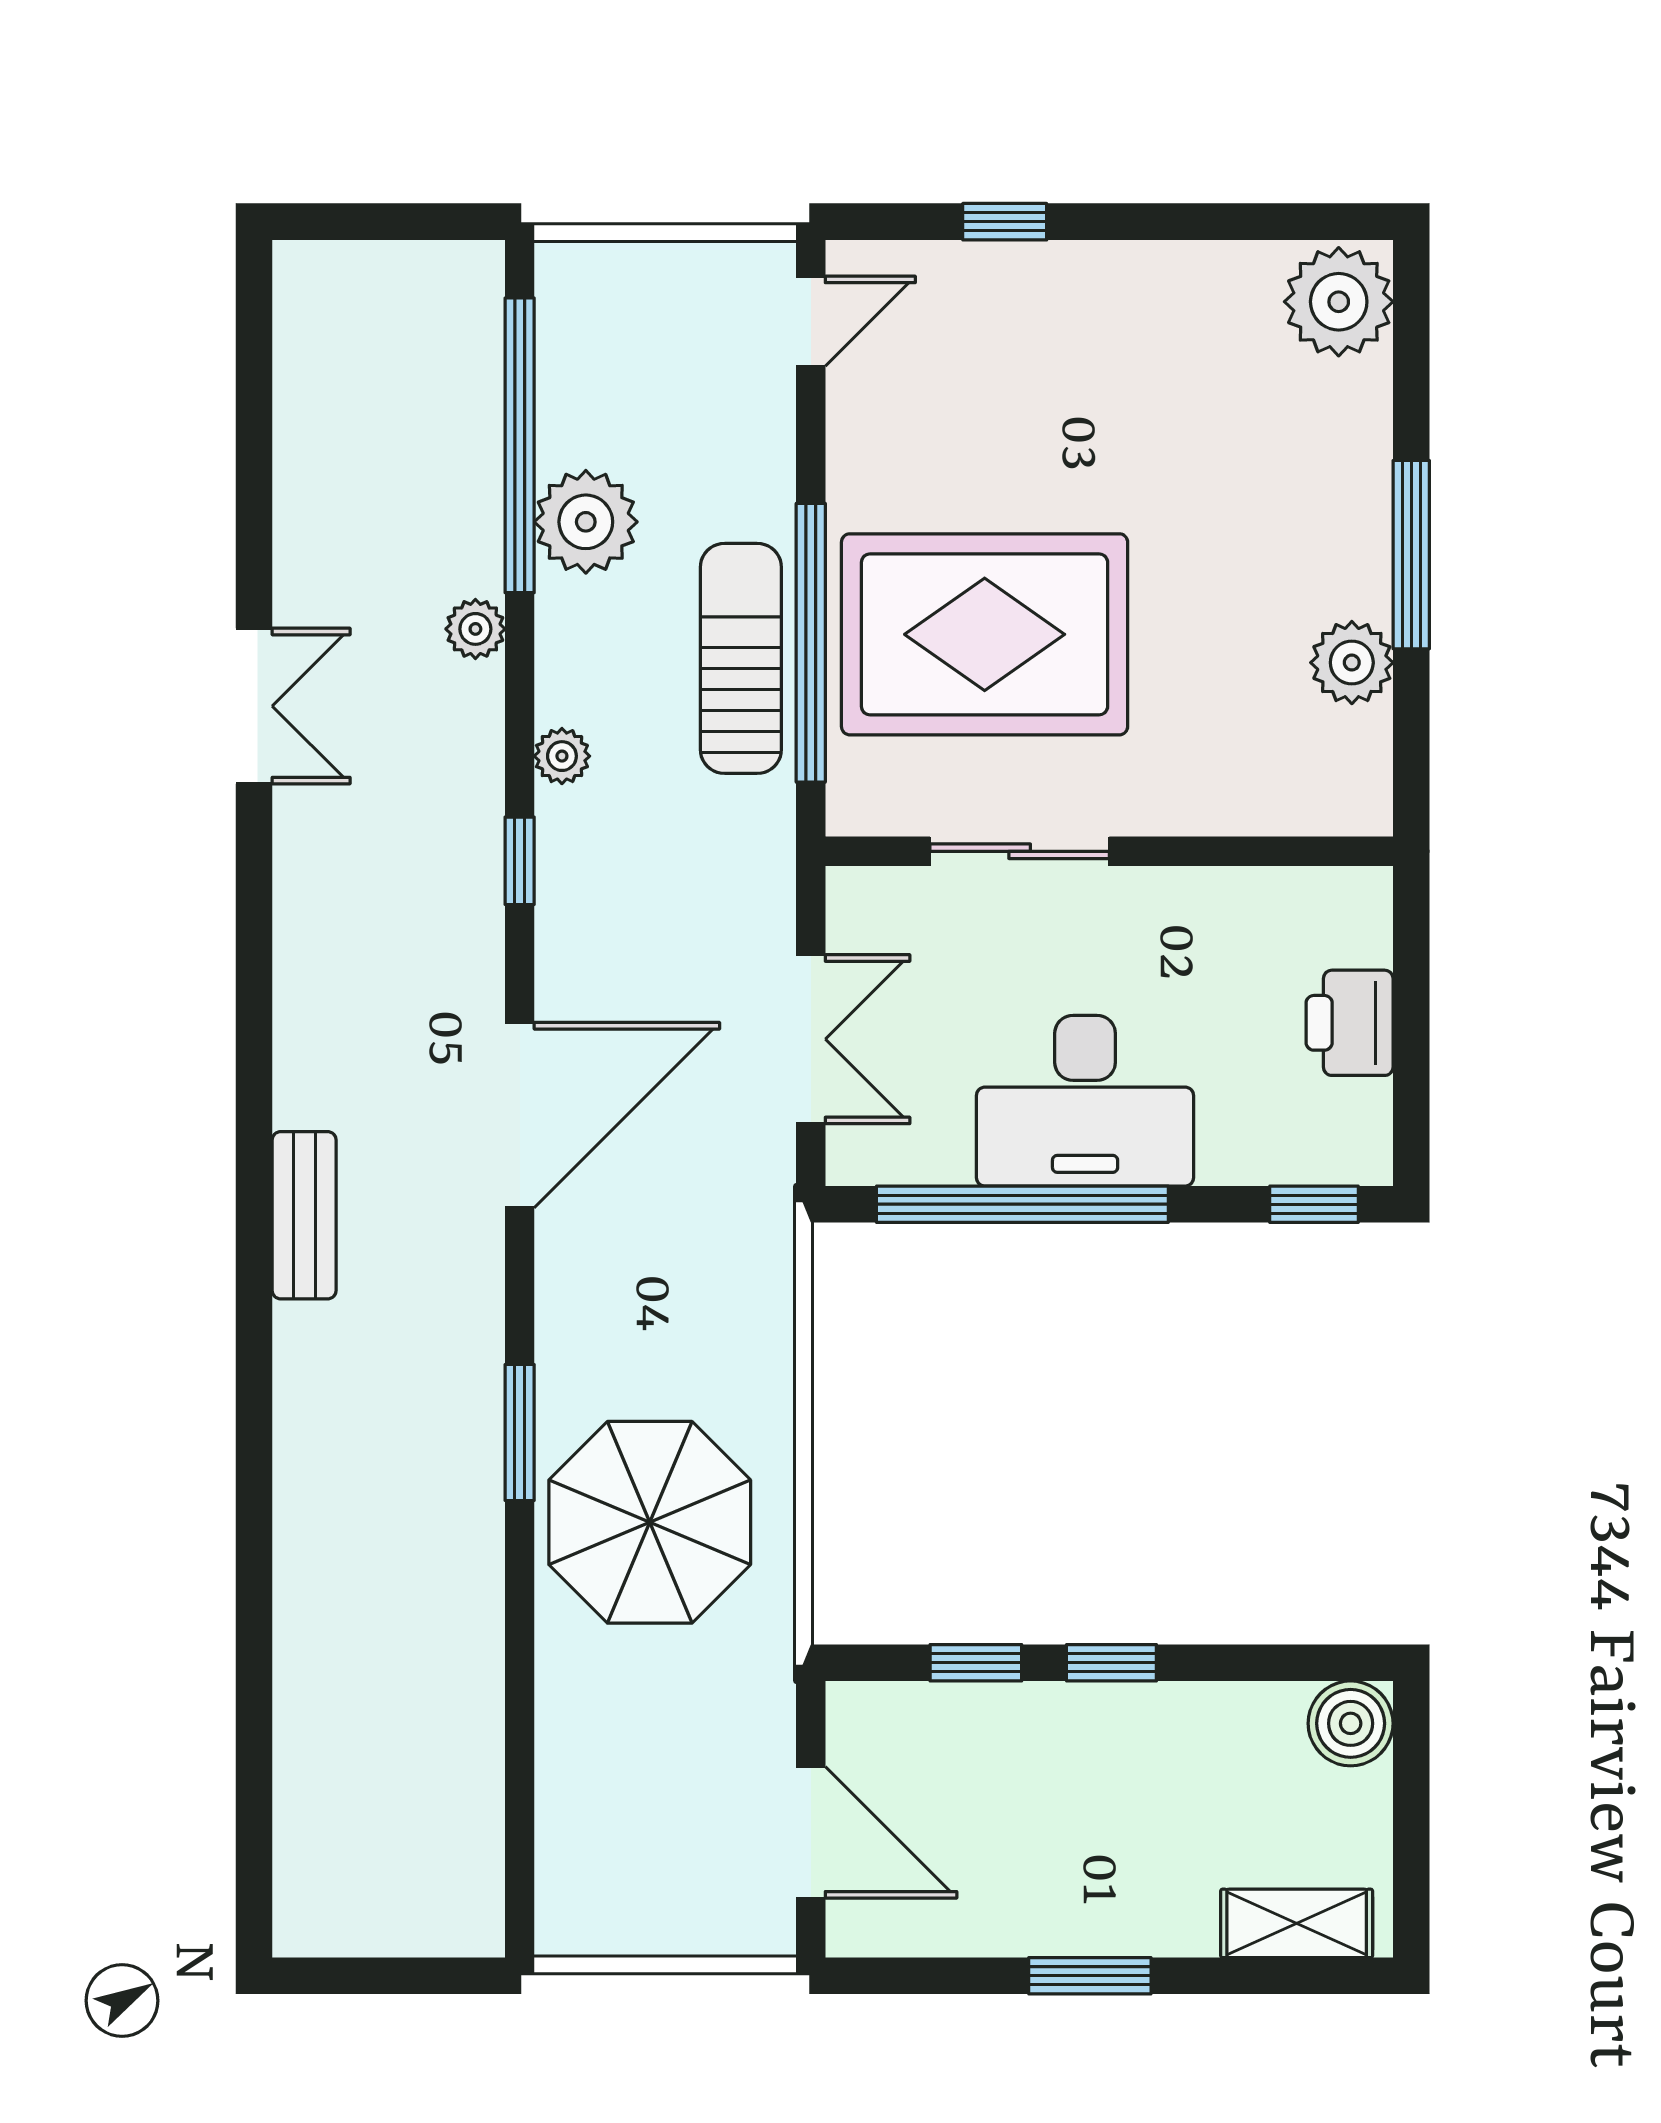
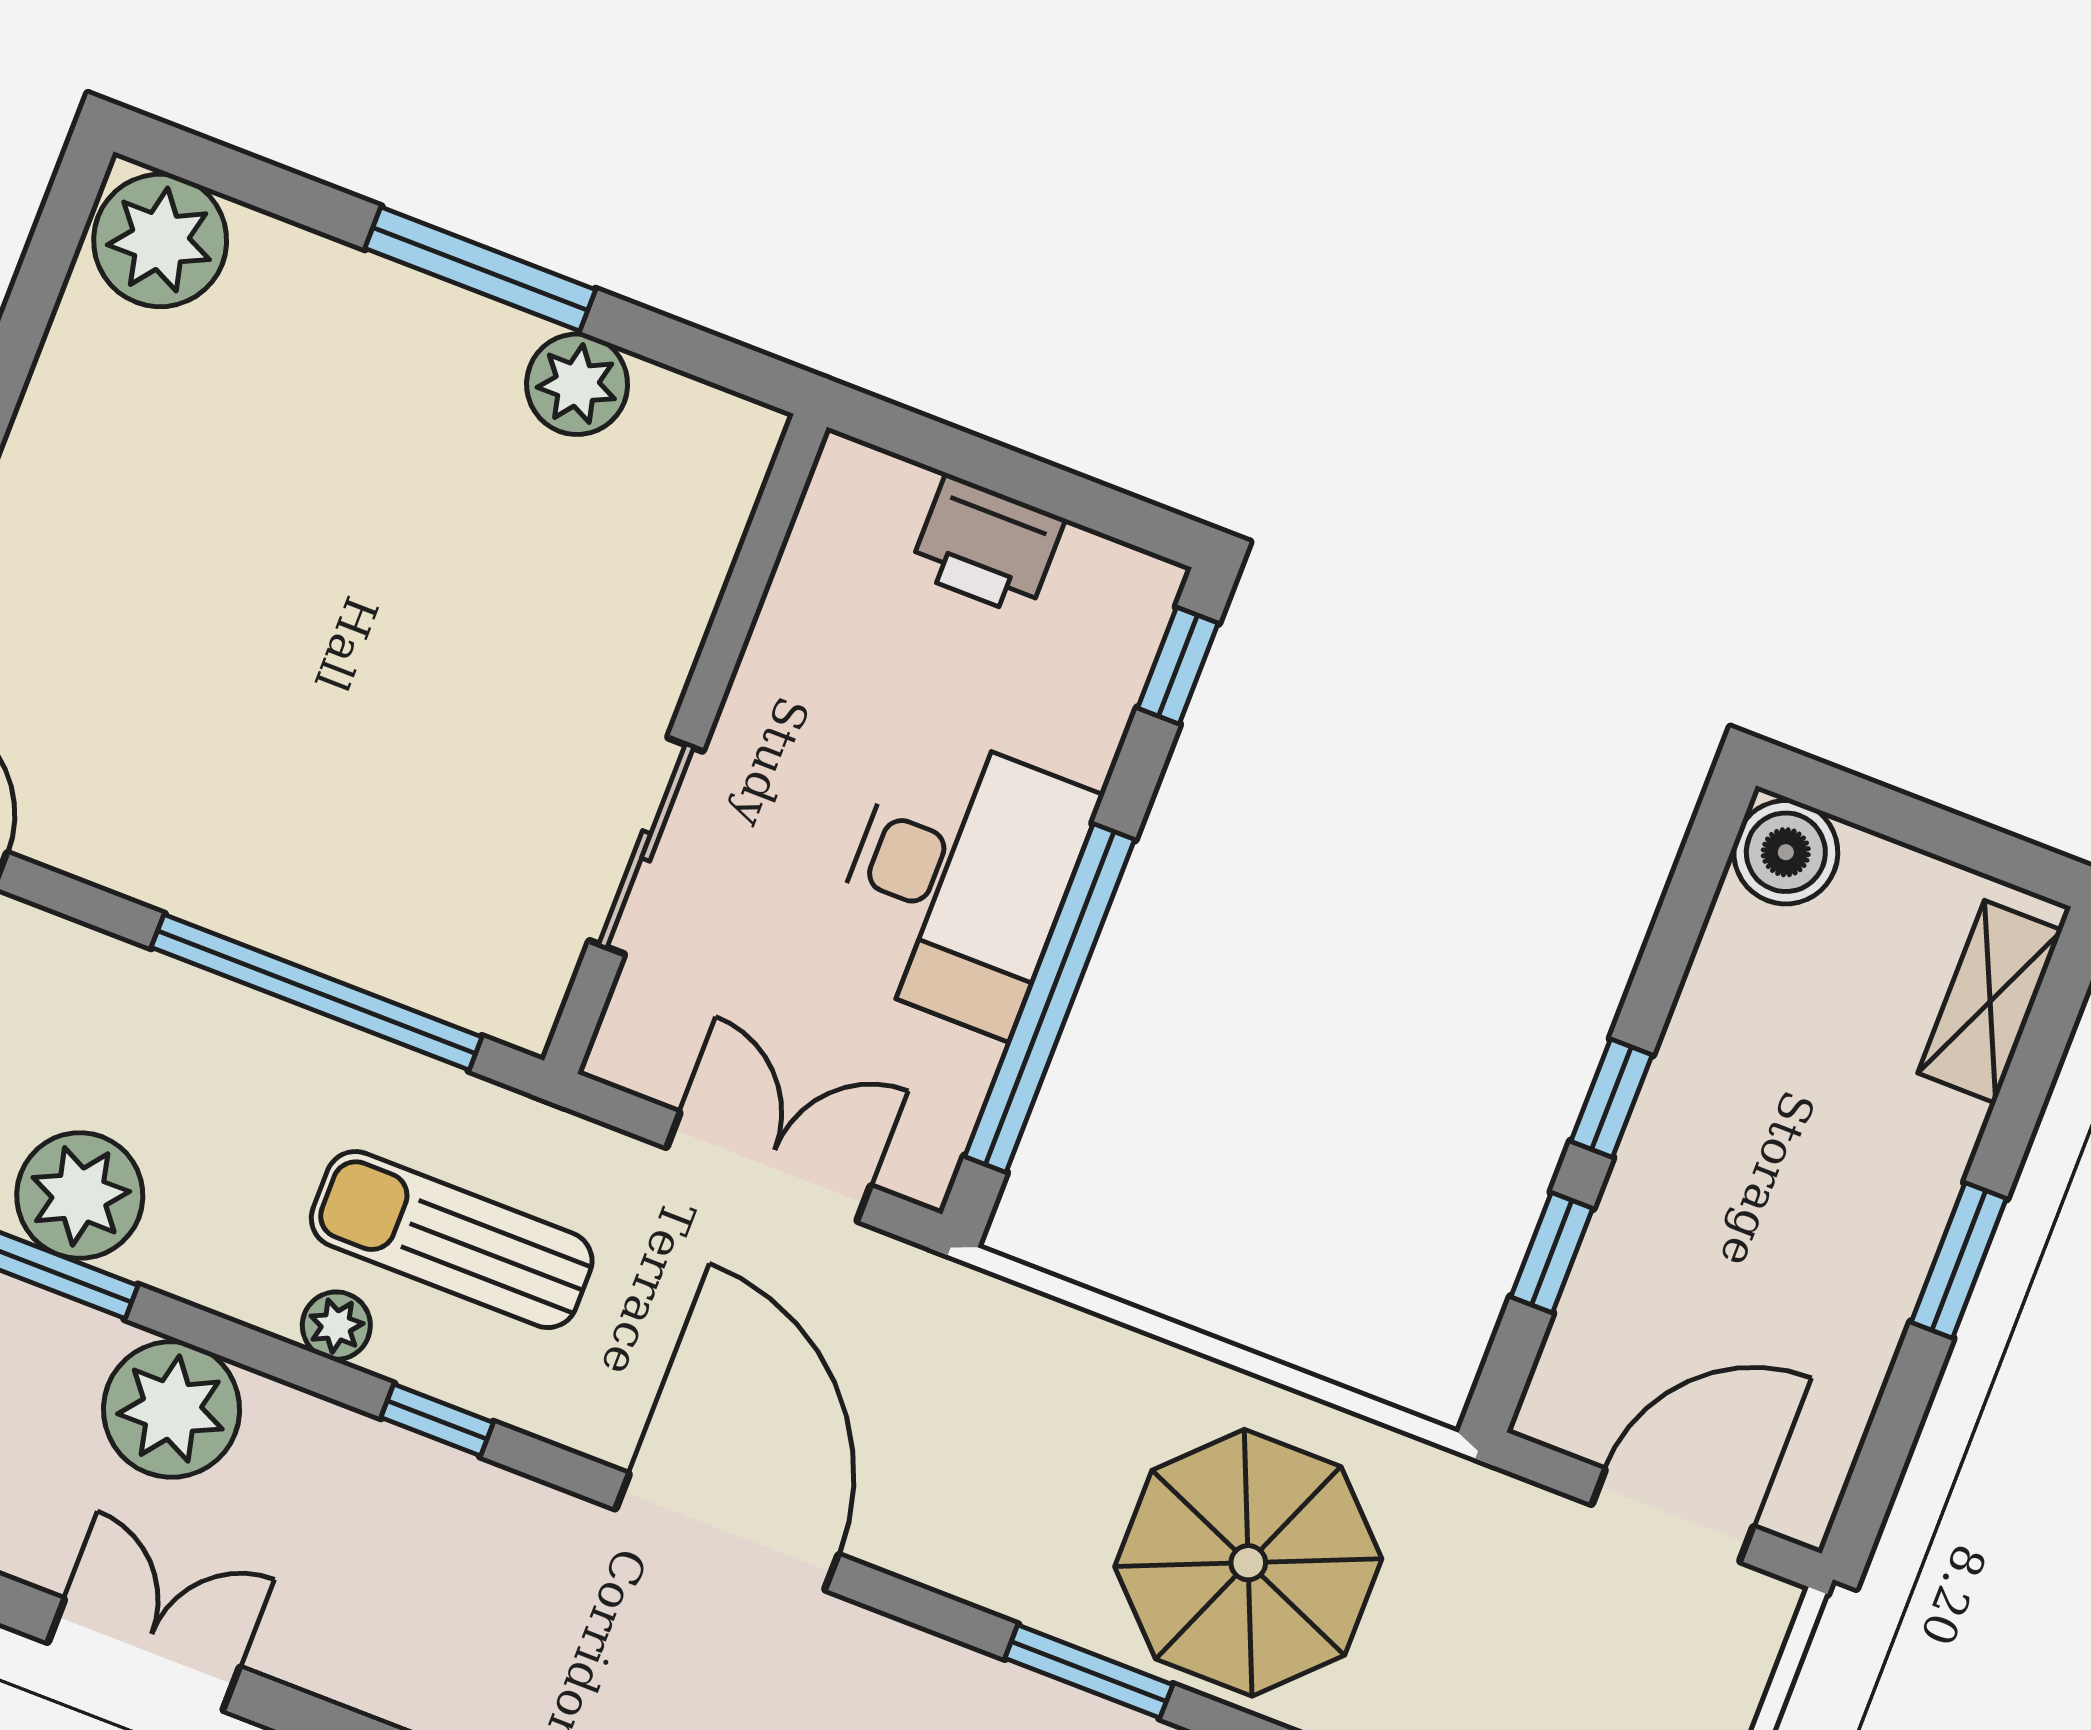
plant: (475, 629) -> (172, 1409), width x1.87, depth x1.87
rug: (985, 634) -> (383, 790), removed
sun lounger: (741, 658) -> (452, 1240), moved

